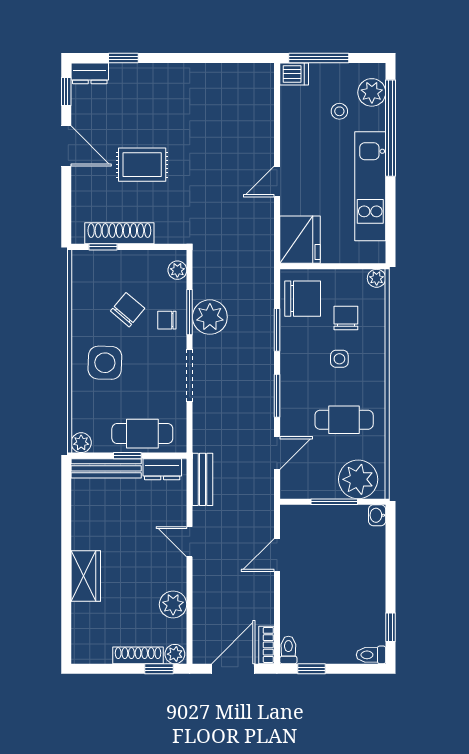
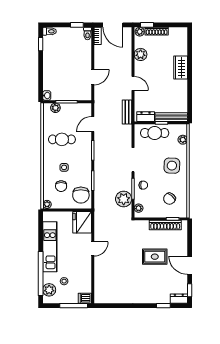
chair: (303, 299) -> (81, 195), turned -90
chair: (128, 310) -> (169, 199), moved
plant: (210, 317) -> (124, 199), moved
plant: (81, 443) -> (183, 140), moved
plant: (358, 479) -> (55, 108), width x0.53, depth x0.53
door: (233, 669) -> (113, 25), hinge flipped

